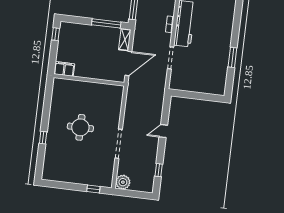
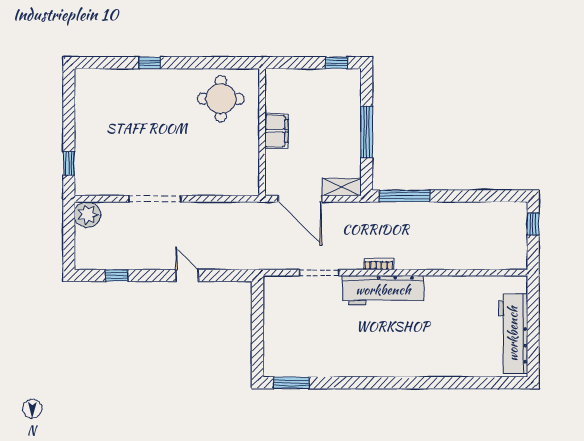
window: (106, 23) -> (367, 132), moved
window: (232, 57) -> (291, 383), moved
filing cabinet: (64, 69) -> (276, 131), moved
round table: (80, 127) -> (221, 99), moved

